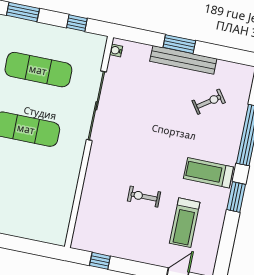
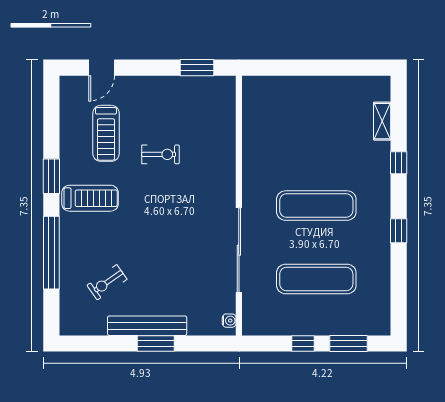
window: (77, 23) -> (303, 343), moved
treadmill: (185, 223) -> (106, 133), turned 180
window: (100, 261) -> (197, 68), width x1.50

